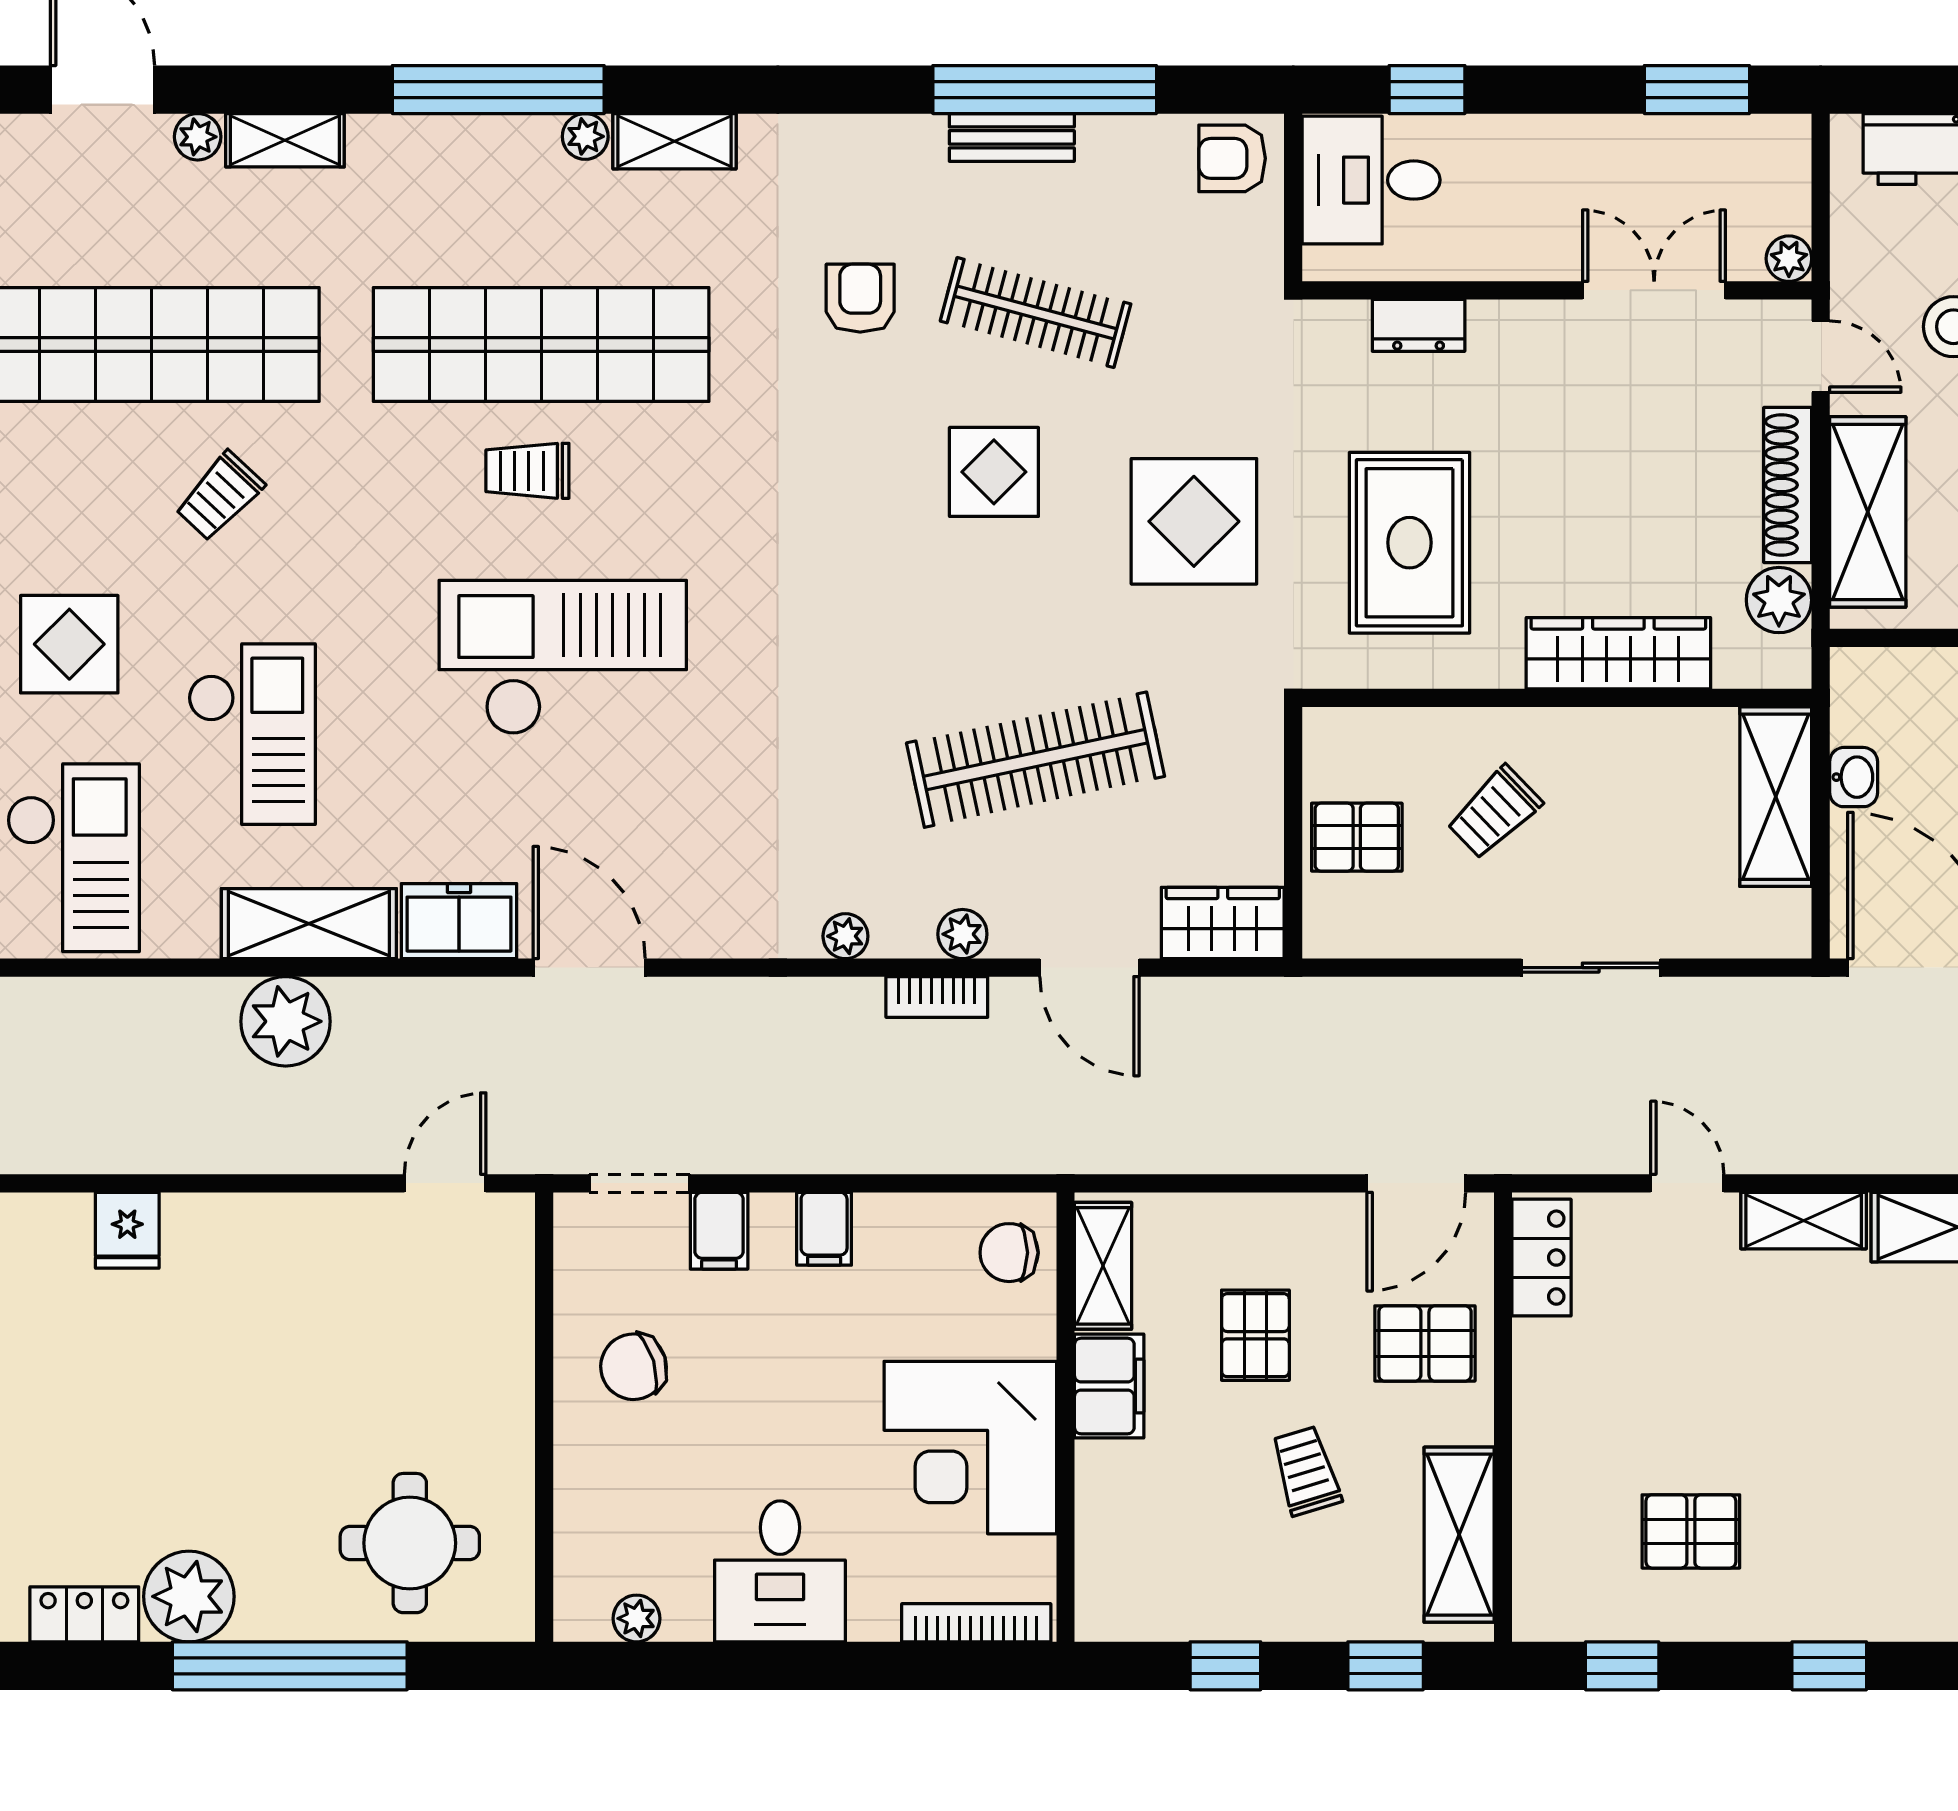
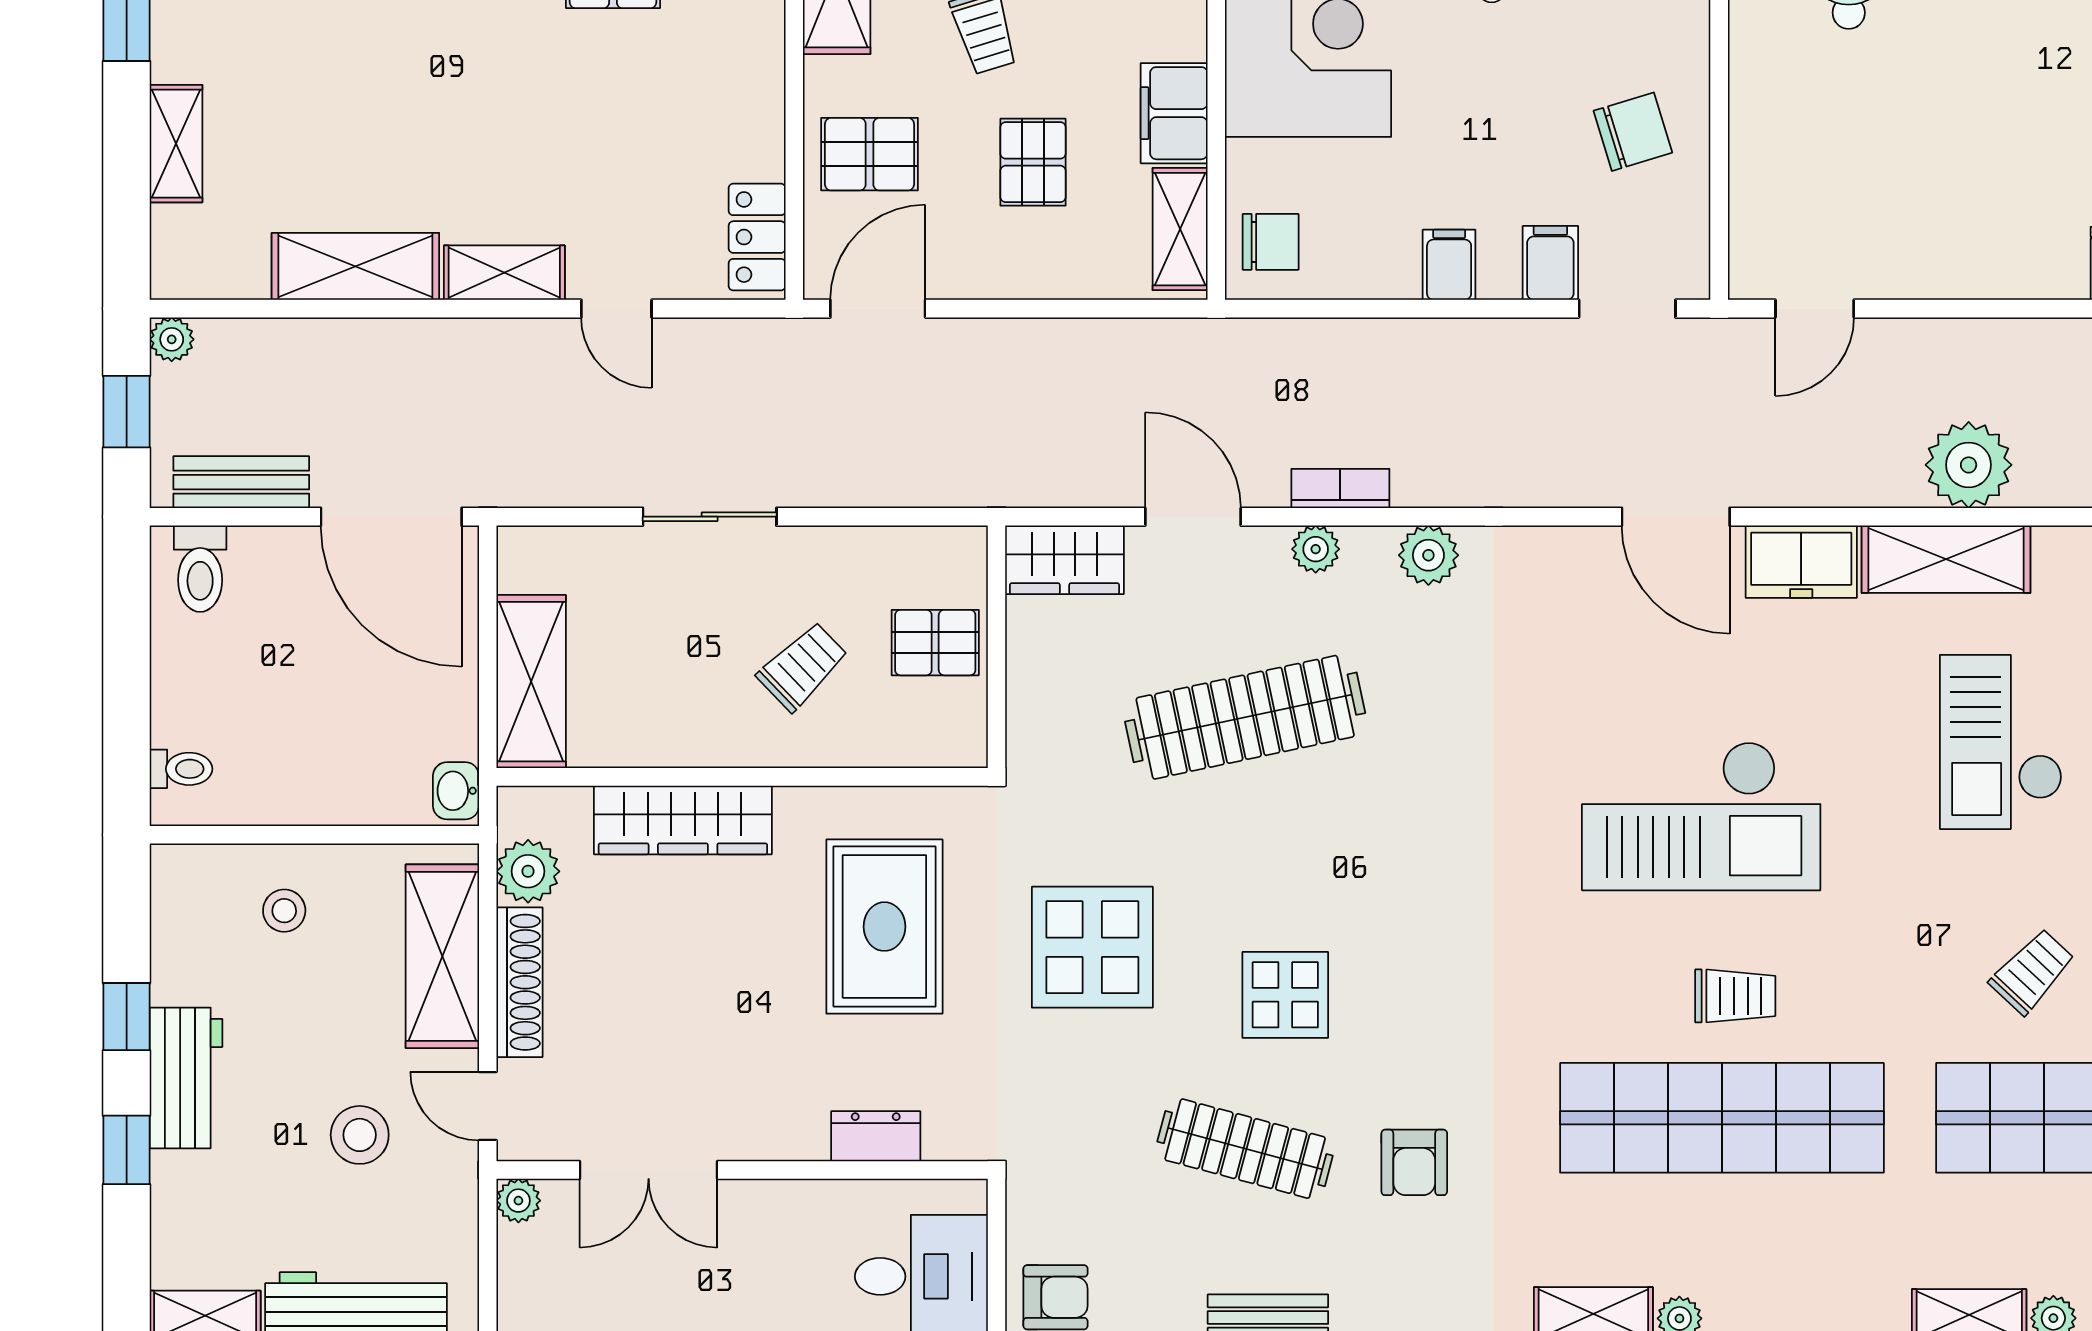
washbasin: (1854, 777) -> (456, 791), moved
plant: (845, 936) -> (1428, 555), width x1.38, depth x1.38

